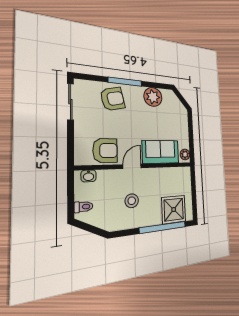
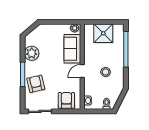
armchair: (105, 150) -> (66, 100), moved
door: (132, 166) -> (82, 71), hinge flipped
shower: (174, 210) -> (103, 33), moved

